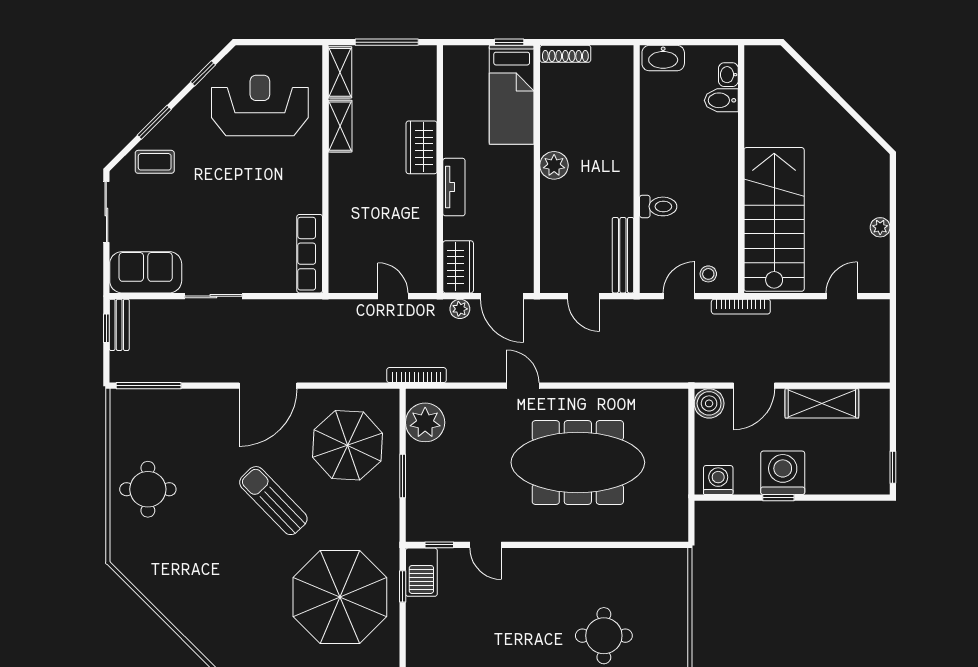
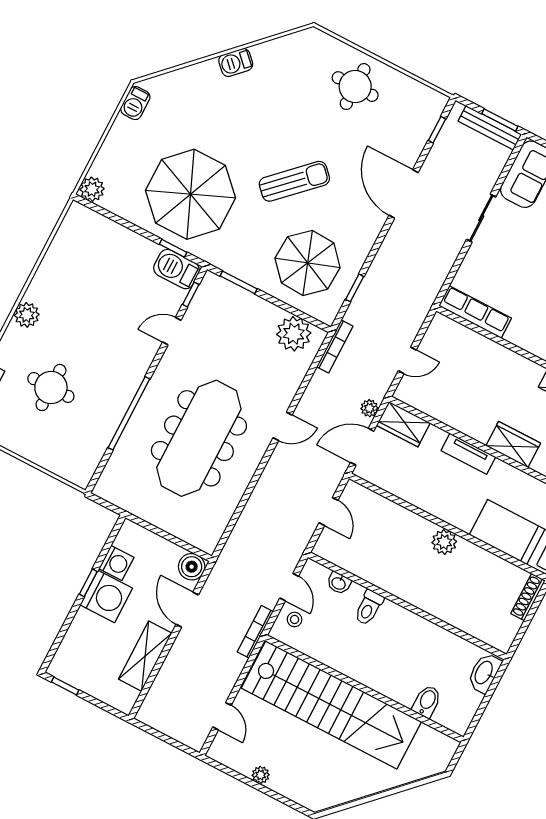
washbasin: (728, 75) -> (339, 583), moved, turned 180
stairs: (774, 219) -> (331, 705), width x1.36
bench: (623, 255) -> (345, 560), removed
door: (584, 296) -> (328, 512), swing flipped
bench: (119, 325) -> (490, 128), width x1.36
window: (106, 328) -> (500, 120), width x1.50
window: (149, 386) -> (437, 130), width x0.46
door: (268, 386) -> (404, 194), moved
window: (348, 386) -> (355, 288), added
window: (403, 476) -> (239, 282), moved
washing machine: (718, 480) -> (116, 563), moved
window: (589, 545) -> (129, 413), added
barbecue: (186, 620) -> (236, 62), added

